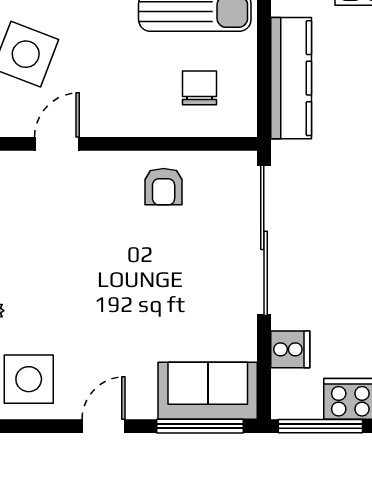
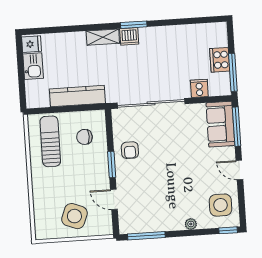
window: (134, 144) -> (112, 165), added
armchair: (164, 187) -> (130, 150), turned 90

